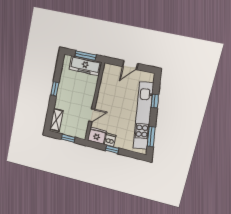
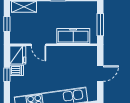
door: (130, 65) -> (100, 73), swing flipped
freezer: (85, 66) -> (73, 36), moved, turned 90

